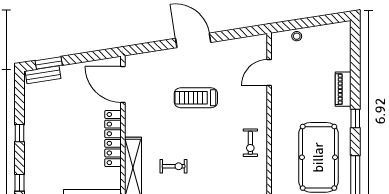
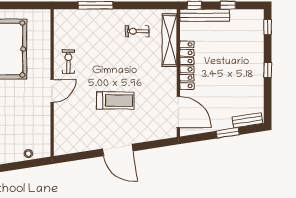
window: (49, 63) -> (228, 133), moved
door: (269, 73) -> (52, 91), moved
exercise bike: (174, 166) -> (137, 31), moved

